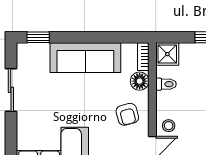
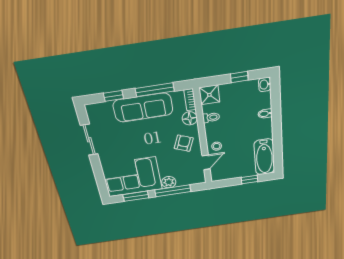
window: (38, 37) -> (113, 96), moved
window: (103, 37) -> (155, 90), added
armchair: (127, 114) -> (184, 143), turned -143

